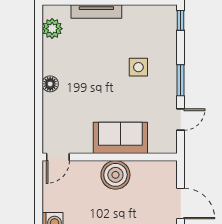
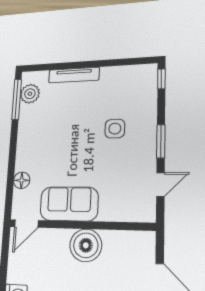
window: (39, 34) -> (17, 99), added
floor lamp: (50, 84) -> (22, 180), moved
sofa: (120, 138) -> (69, 204), moved

